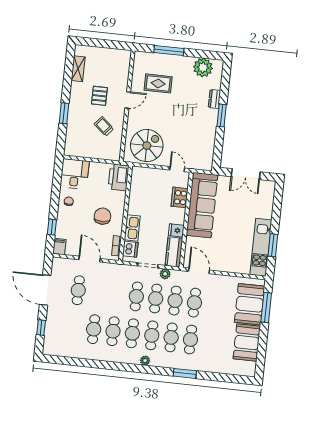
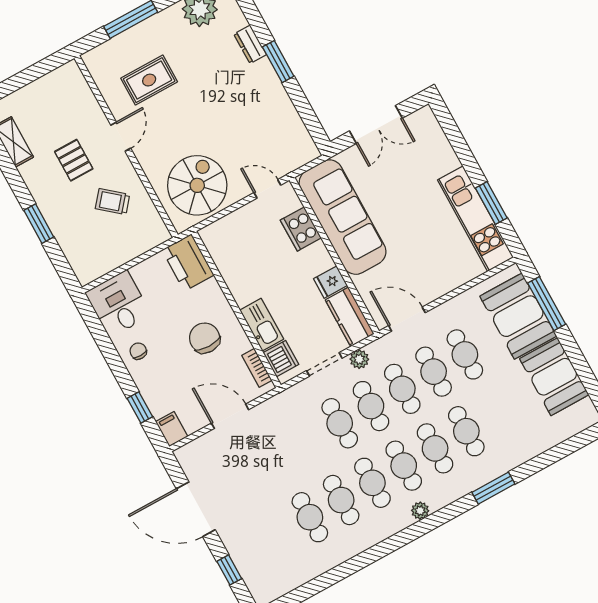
cafe table: (78, 290) -> (465, 354), moved

